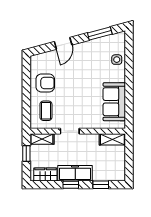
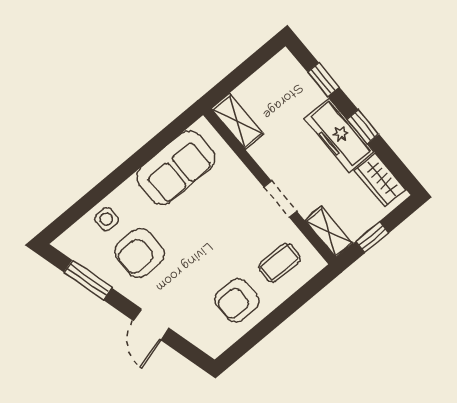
door: (63, 43) -> (151, 324), swing flipped
armchair: (94, 61) -> (139, 253), added
armchair: (45, 83) -> (237, 300), turned -90

